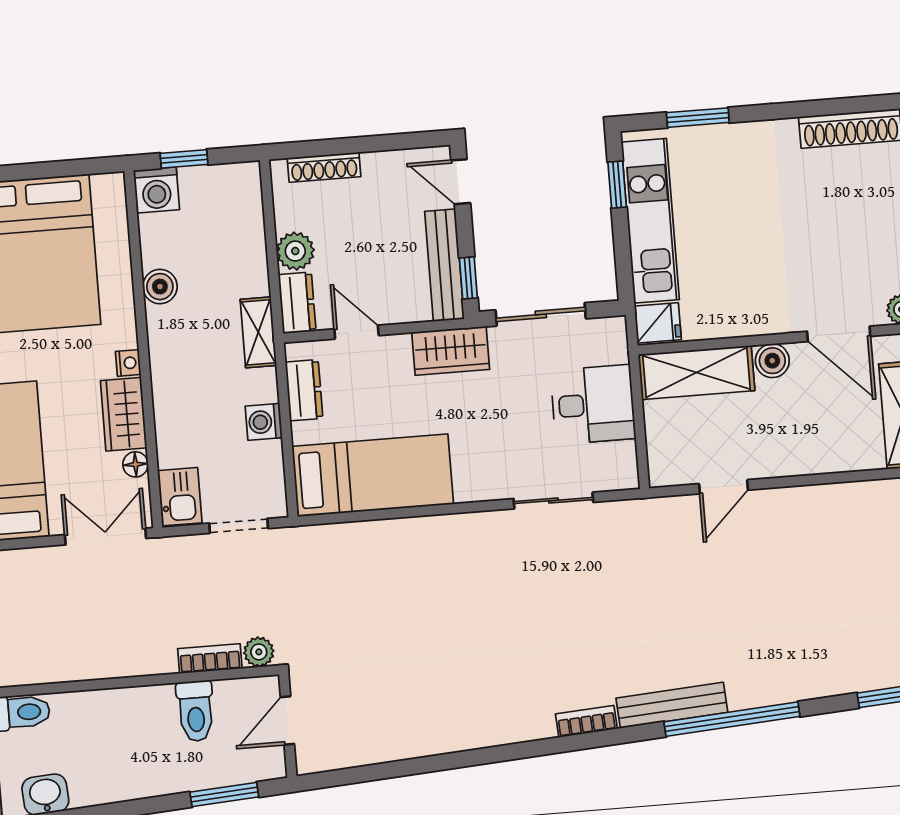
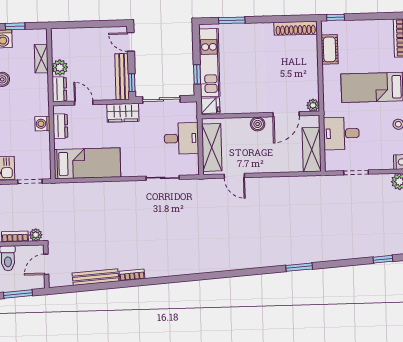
shoe rack: (324, 167) -> (74, 33), removed
window: (617, 185) -> (197, 74), moved
shelving: (258, 332) -> (41, 59), moved
door: (839, 334) -> (286, 114), hinge flipped
shelving: (696, 373) -> (212, 147), moved, turned 90
washing machine: (264, 422) -> (42, 124), moved
door: (724, 487) -> (234, 176), hinge flipped
bench: (672, 705) -> (95, 277), moved
window: (732, 719) -> (233, 273), removed
bookcase: (586, 721) -> (132, 275), moved

